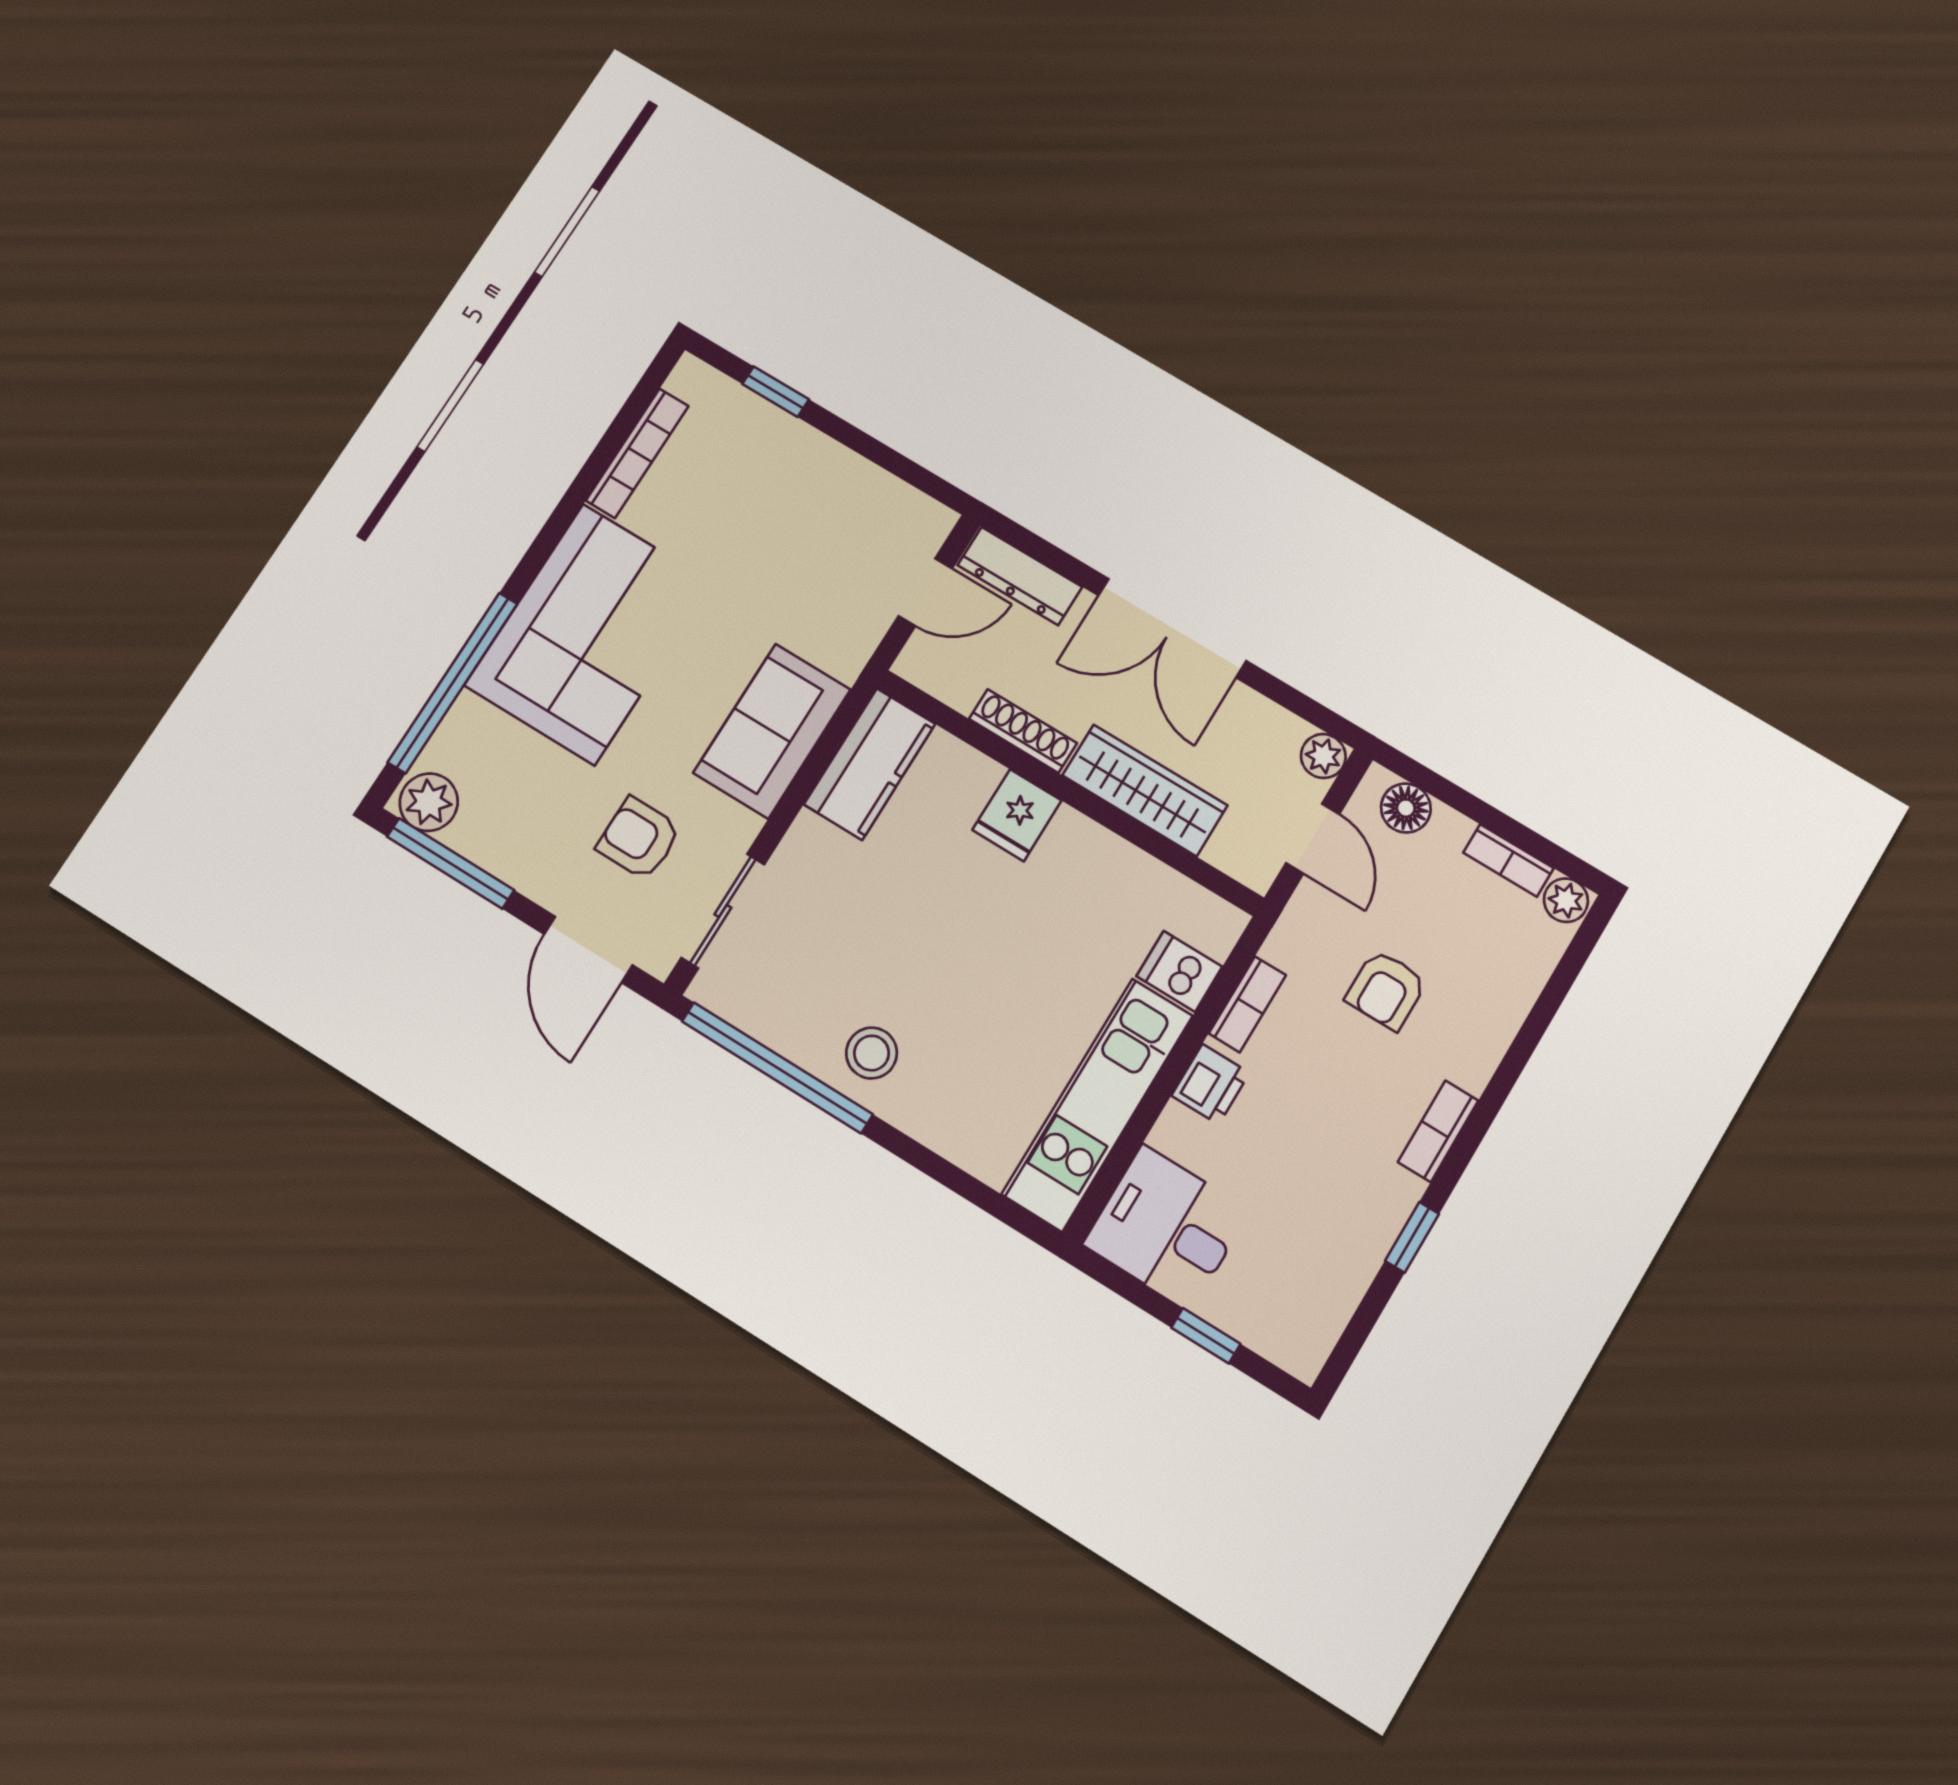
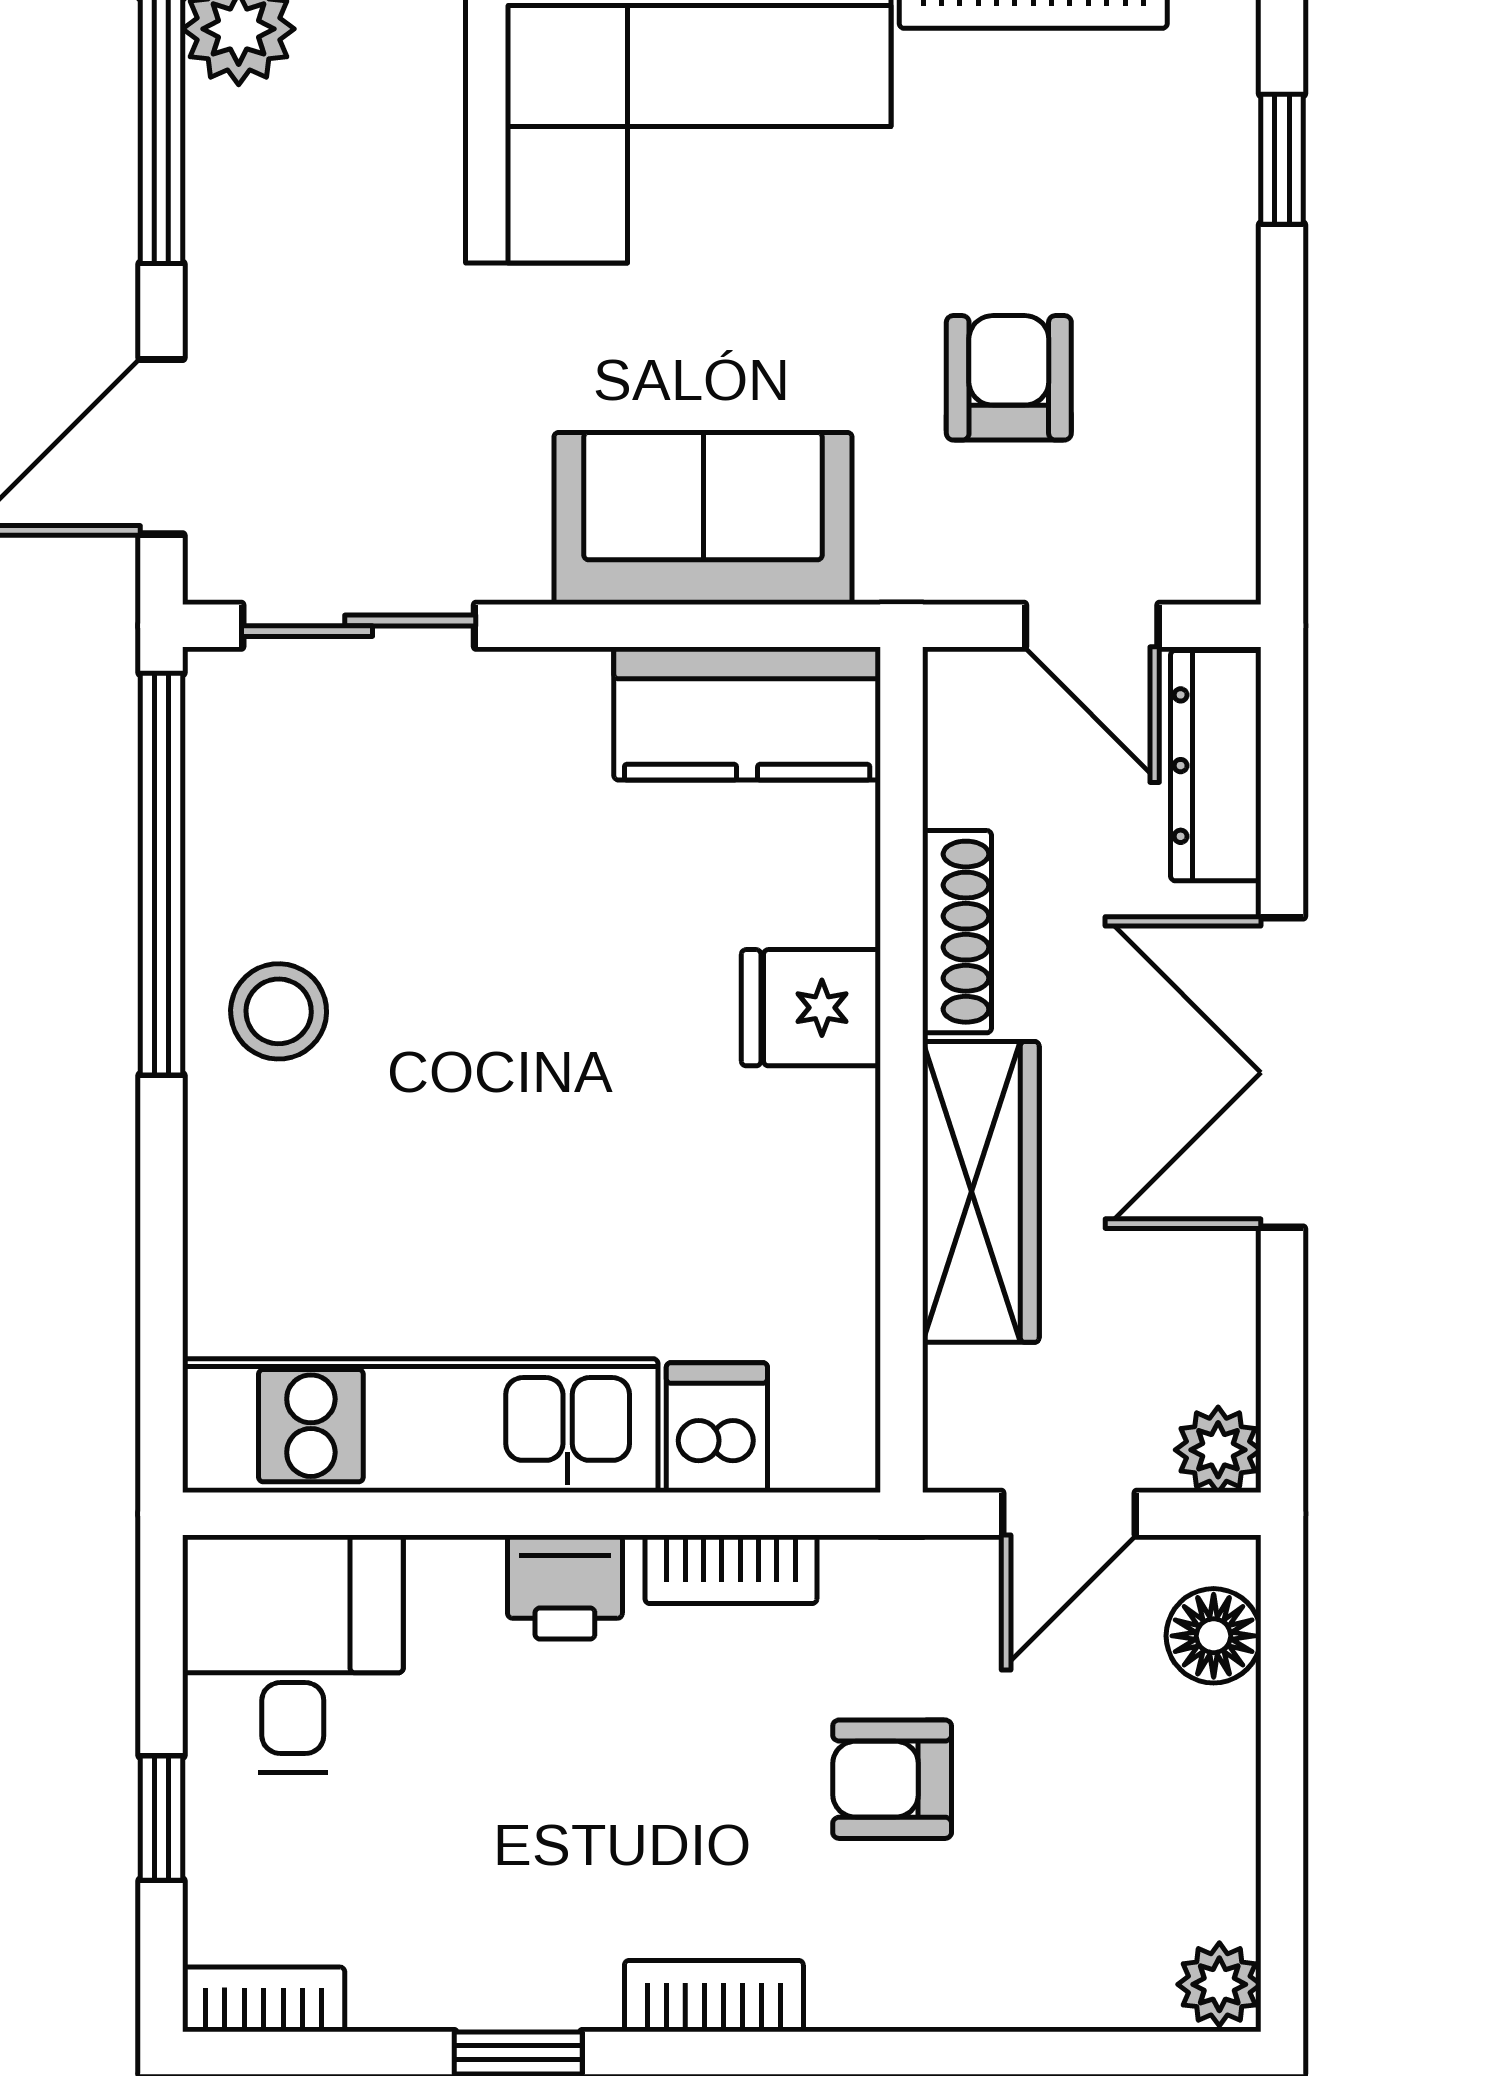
armchair: (639, 838) -> (1009, 378), moved
bookcase: (1508, 860) -> (264, 1999), moved, turned 90

